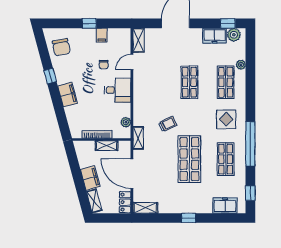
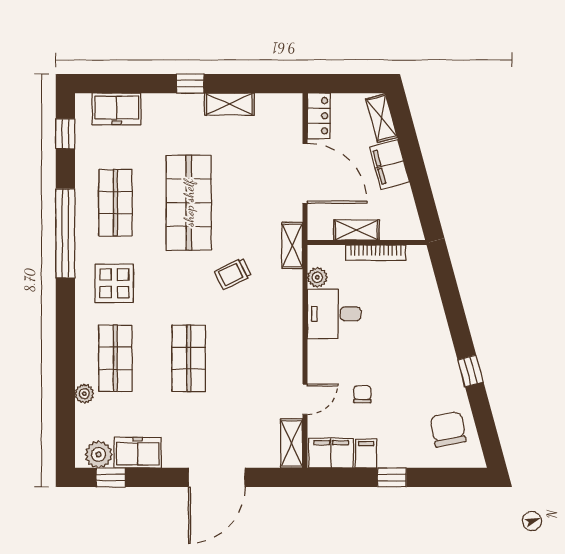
desk: (118, 90) -> (334, 314), moved
filing cabinet: (68, 95) -> (331, 453), moved, turned 105
shelving: (145, 208) -> (229, 104), moved

